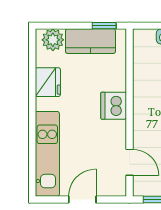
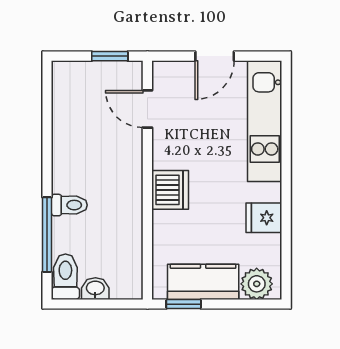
fridge: (48, 82) -> (264, 218), width x0.72

